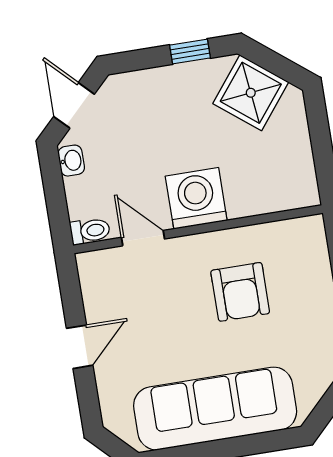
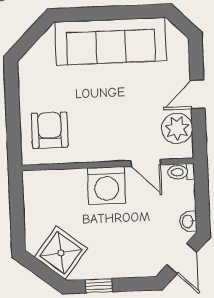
armchair: (240, 292) -> (50, 130), moved
plant: (103, 294) -> (177, 128), added

